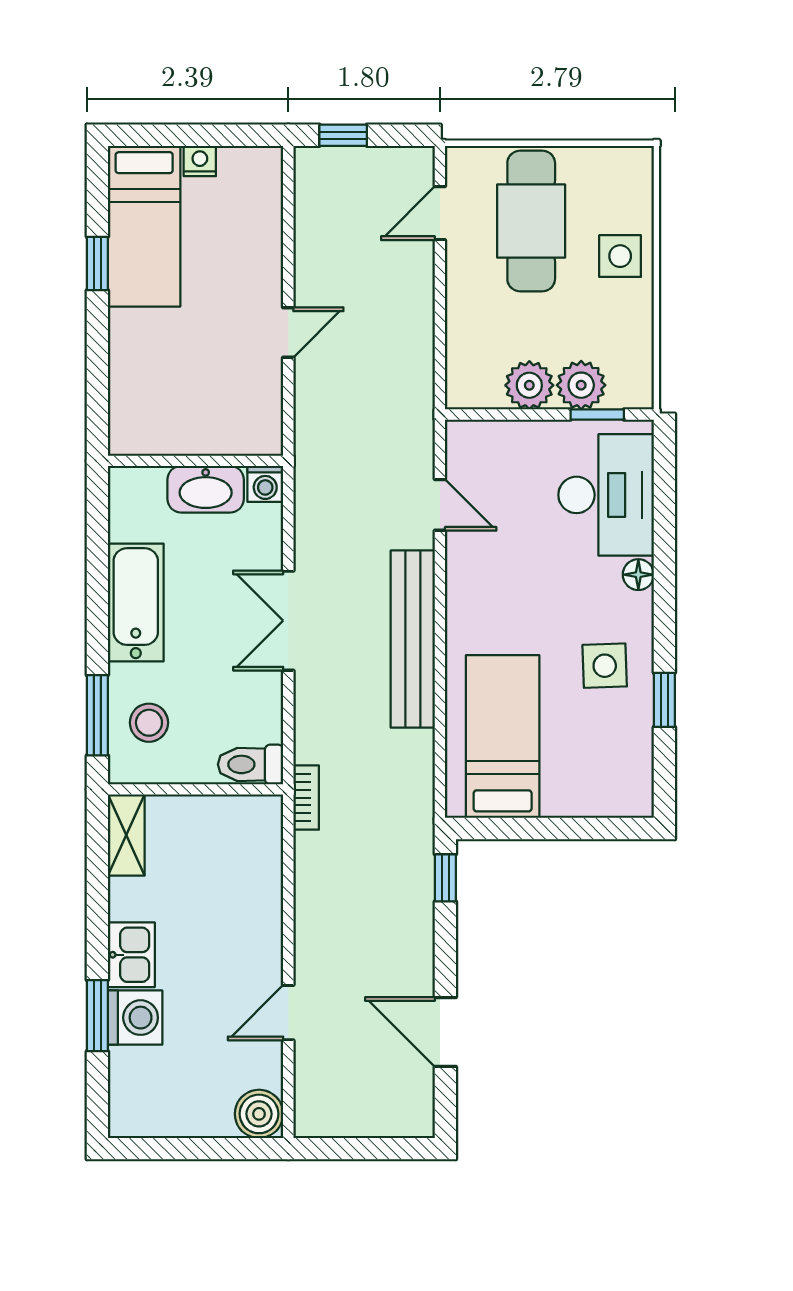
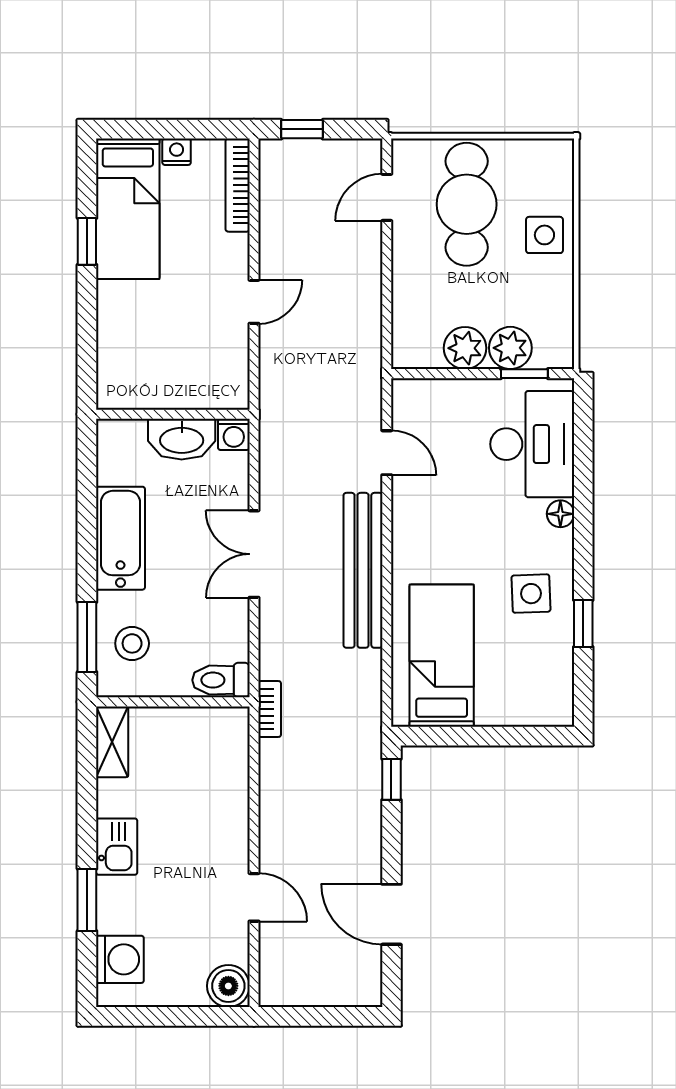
bookcase: (270, 199) -> (238, 185), added
door: (288, 1013) -> (254, 897), swing flipped
washing machine: (135, 1018) -> (120, 959), moved

